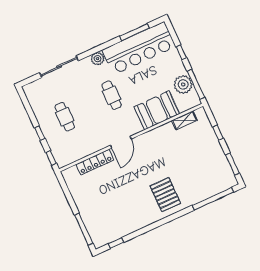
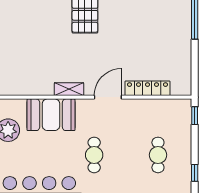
shelving: (184, 120) -> (69, 89), moved
window: (40, 133) -> (195, 173), moved

